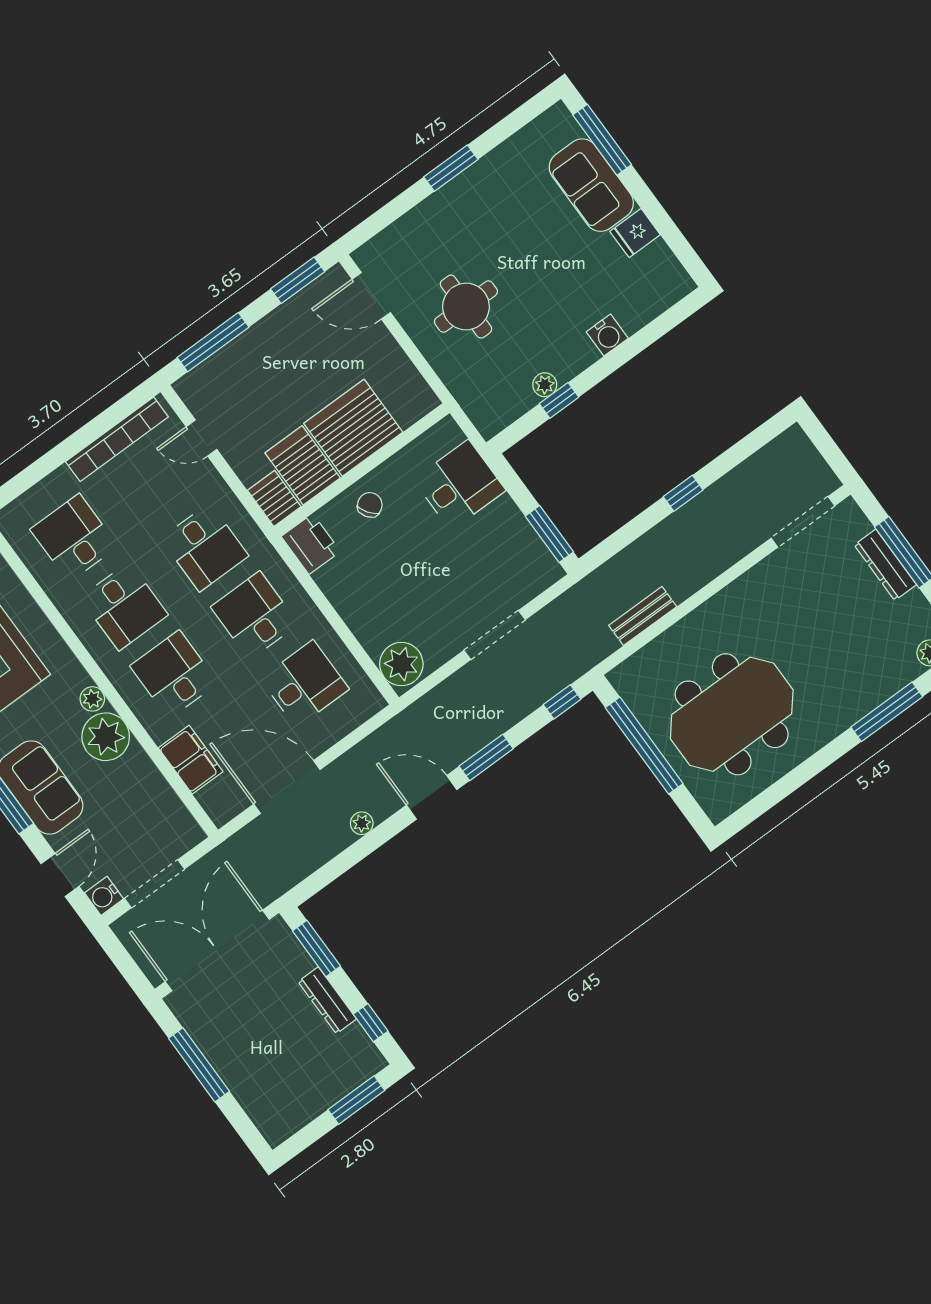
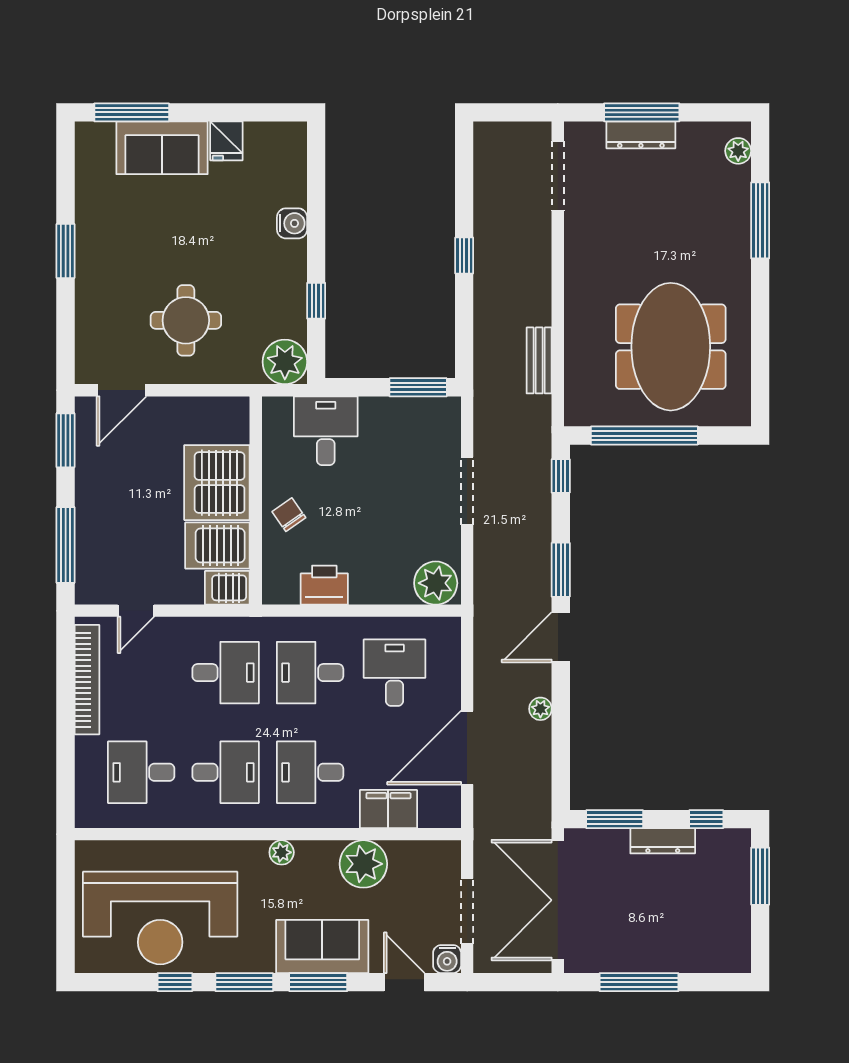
plant: (545, 385) -> (285, 362), moved, width x1.88, depth x1.88
printer: (311, 544) -> (324, 585), moved
plant: (106, 737) -> (363, 864), moved

